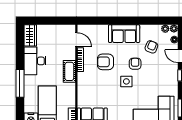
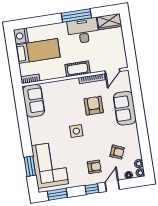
sofa: (124, 34) -> (125, 108), moved
armchair: (135, 64) -> (94, 167), moved
window: (20, 83) -> (76, 15), moved

